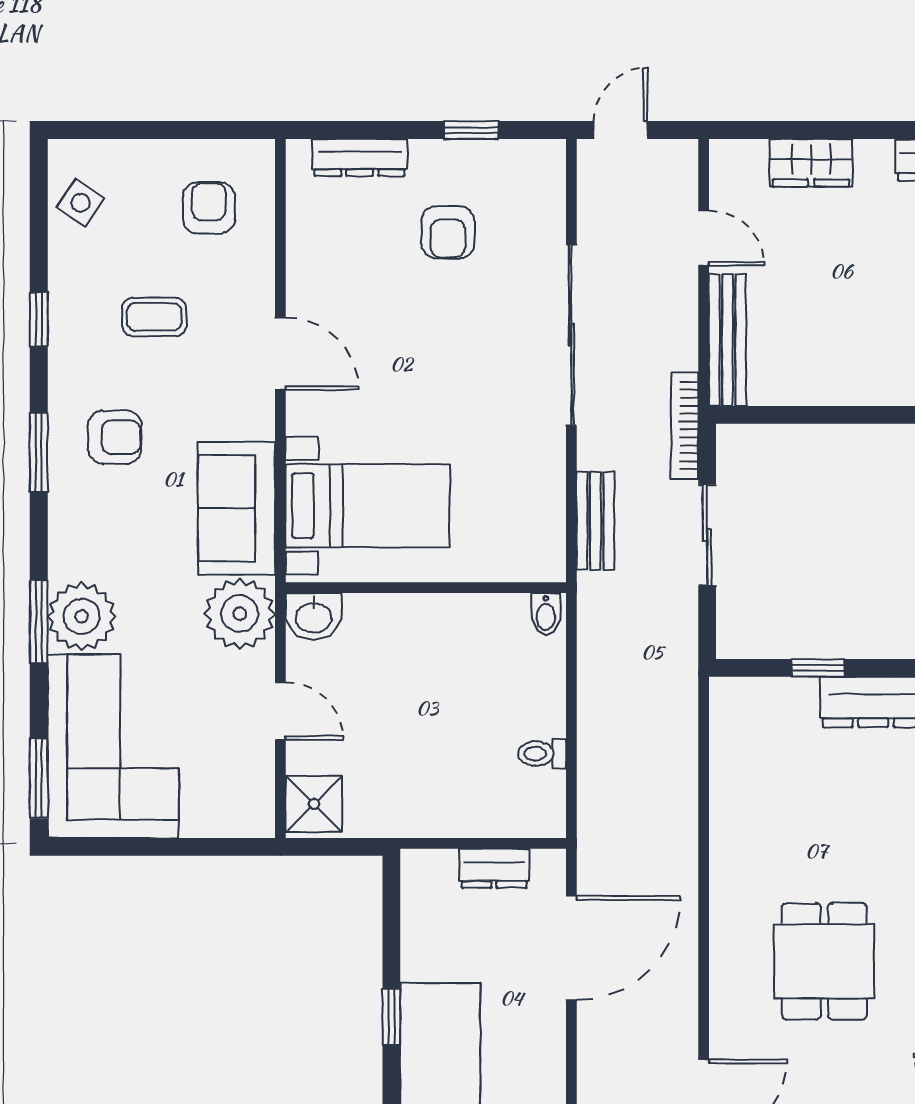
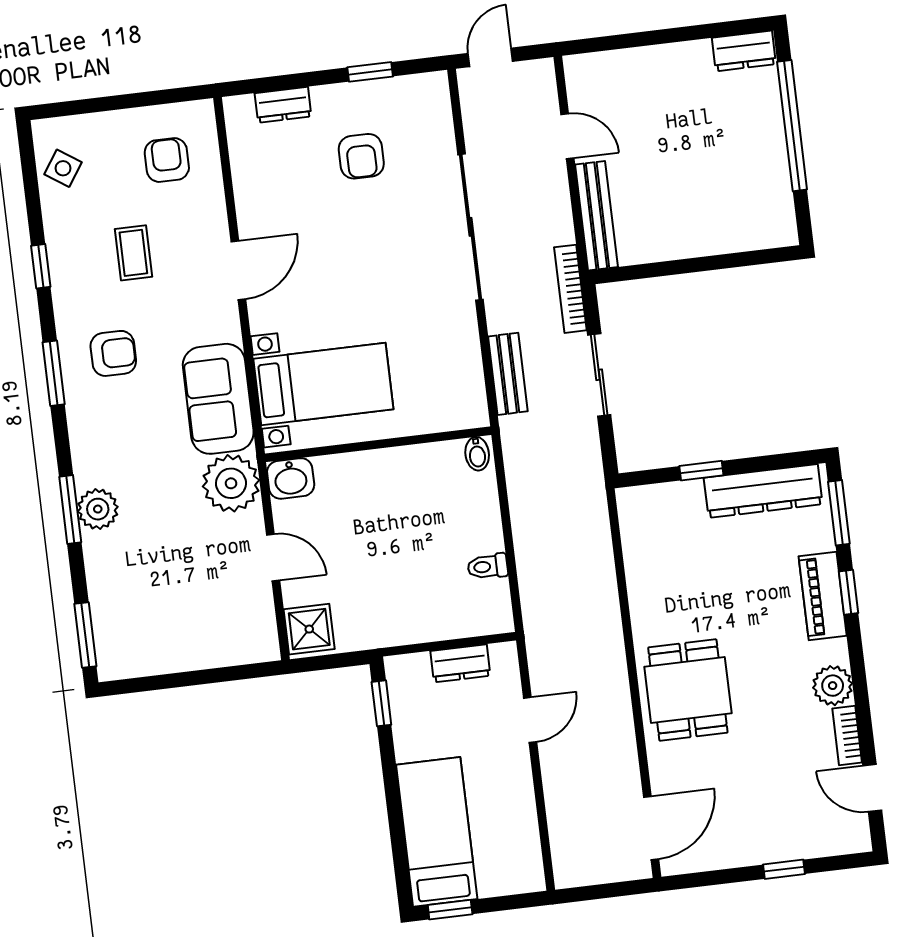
dresser: (360, 157) -> (283, 105), width x0.70
wardrobe: (811, 163) -> (646, 65), removed
coffee table: (154, 317) -> (133, 253), turned 90
door: (280, 354) -> (238, 270), hinge flipped
plant: (82, 616) -> (98, 509), width x0.73, depth x0.73
corner sofa: (113, 746) -> (142, 602), removed
door: (571, 948) -> (530, 720), width x0.53
dining table: (824, 961) -> (688, 690), moved
window: (391, 1017) -> (381, 703), moved

